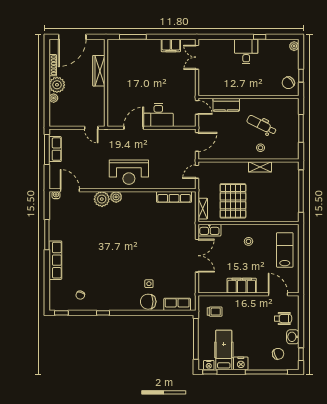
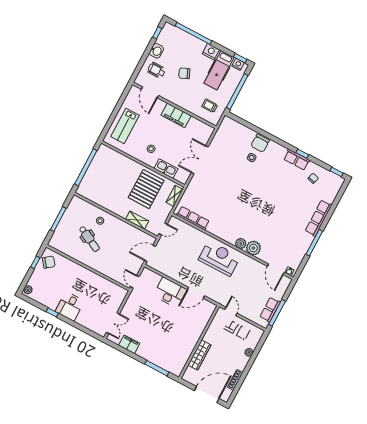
plant: (57, 85) -> (240, 362), removed
kitchen counter: (226, 105) -> (109, 271), removed
shelving: (260, 167) -> (137, 220), moved
kitchen sink: (209, 230) -> (166, 169), moved
chair: (148, 302) -> (260, 143), turned 90
row of seats: (177, 304) -> (297, 160), moved
chair: (278, 354) -> (184, 73), moved

